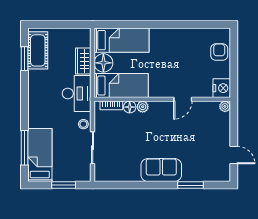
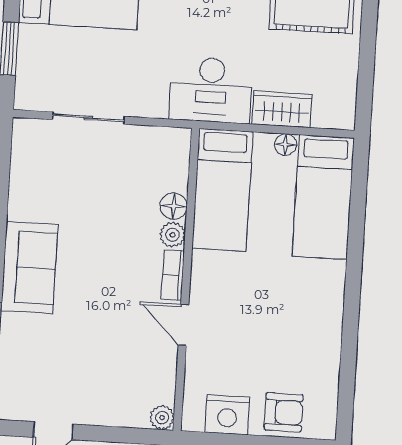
floor lamp: (103, 63) -> (286, 145), width x0.53, depth x0.53
nightstand: (222, 88) -> (227, 415), moved
bookcase: (111, 105) -> (173, 275), moved
stool: (83, 124) -> (142, 101), removed

